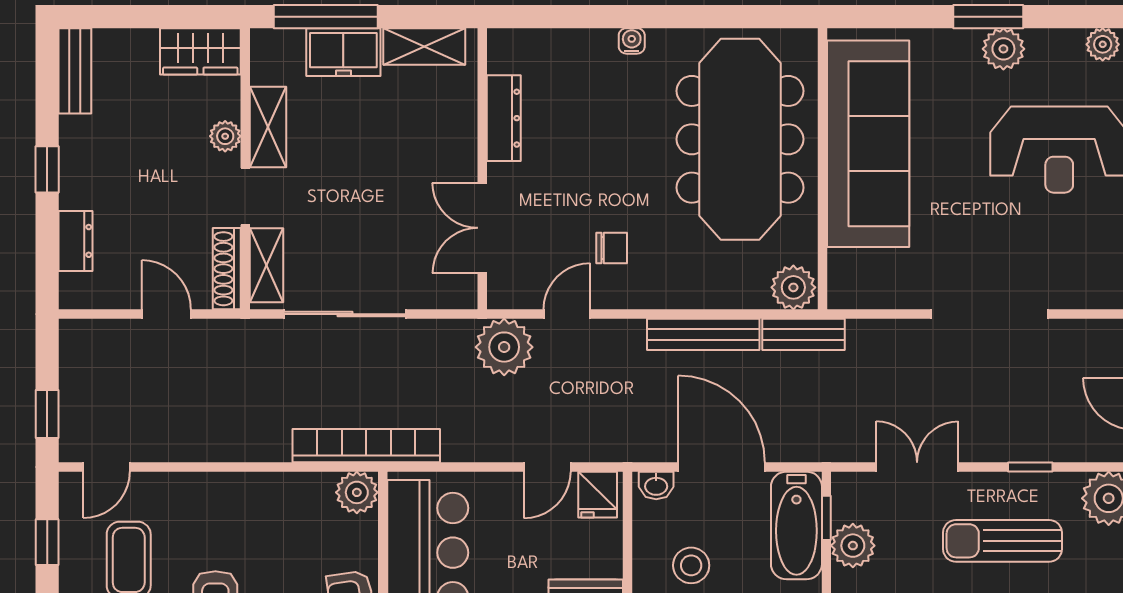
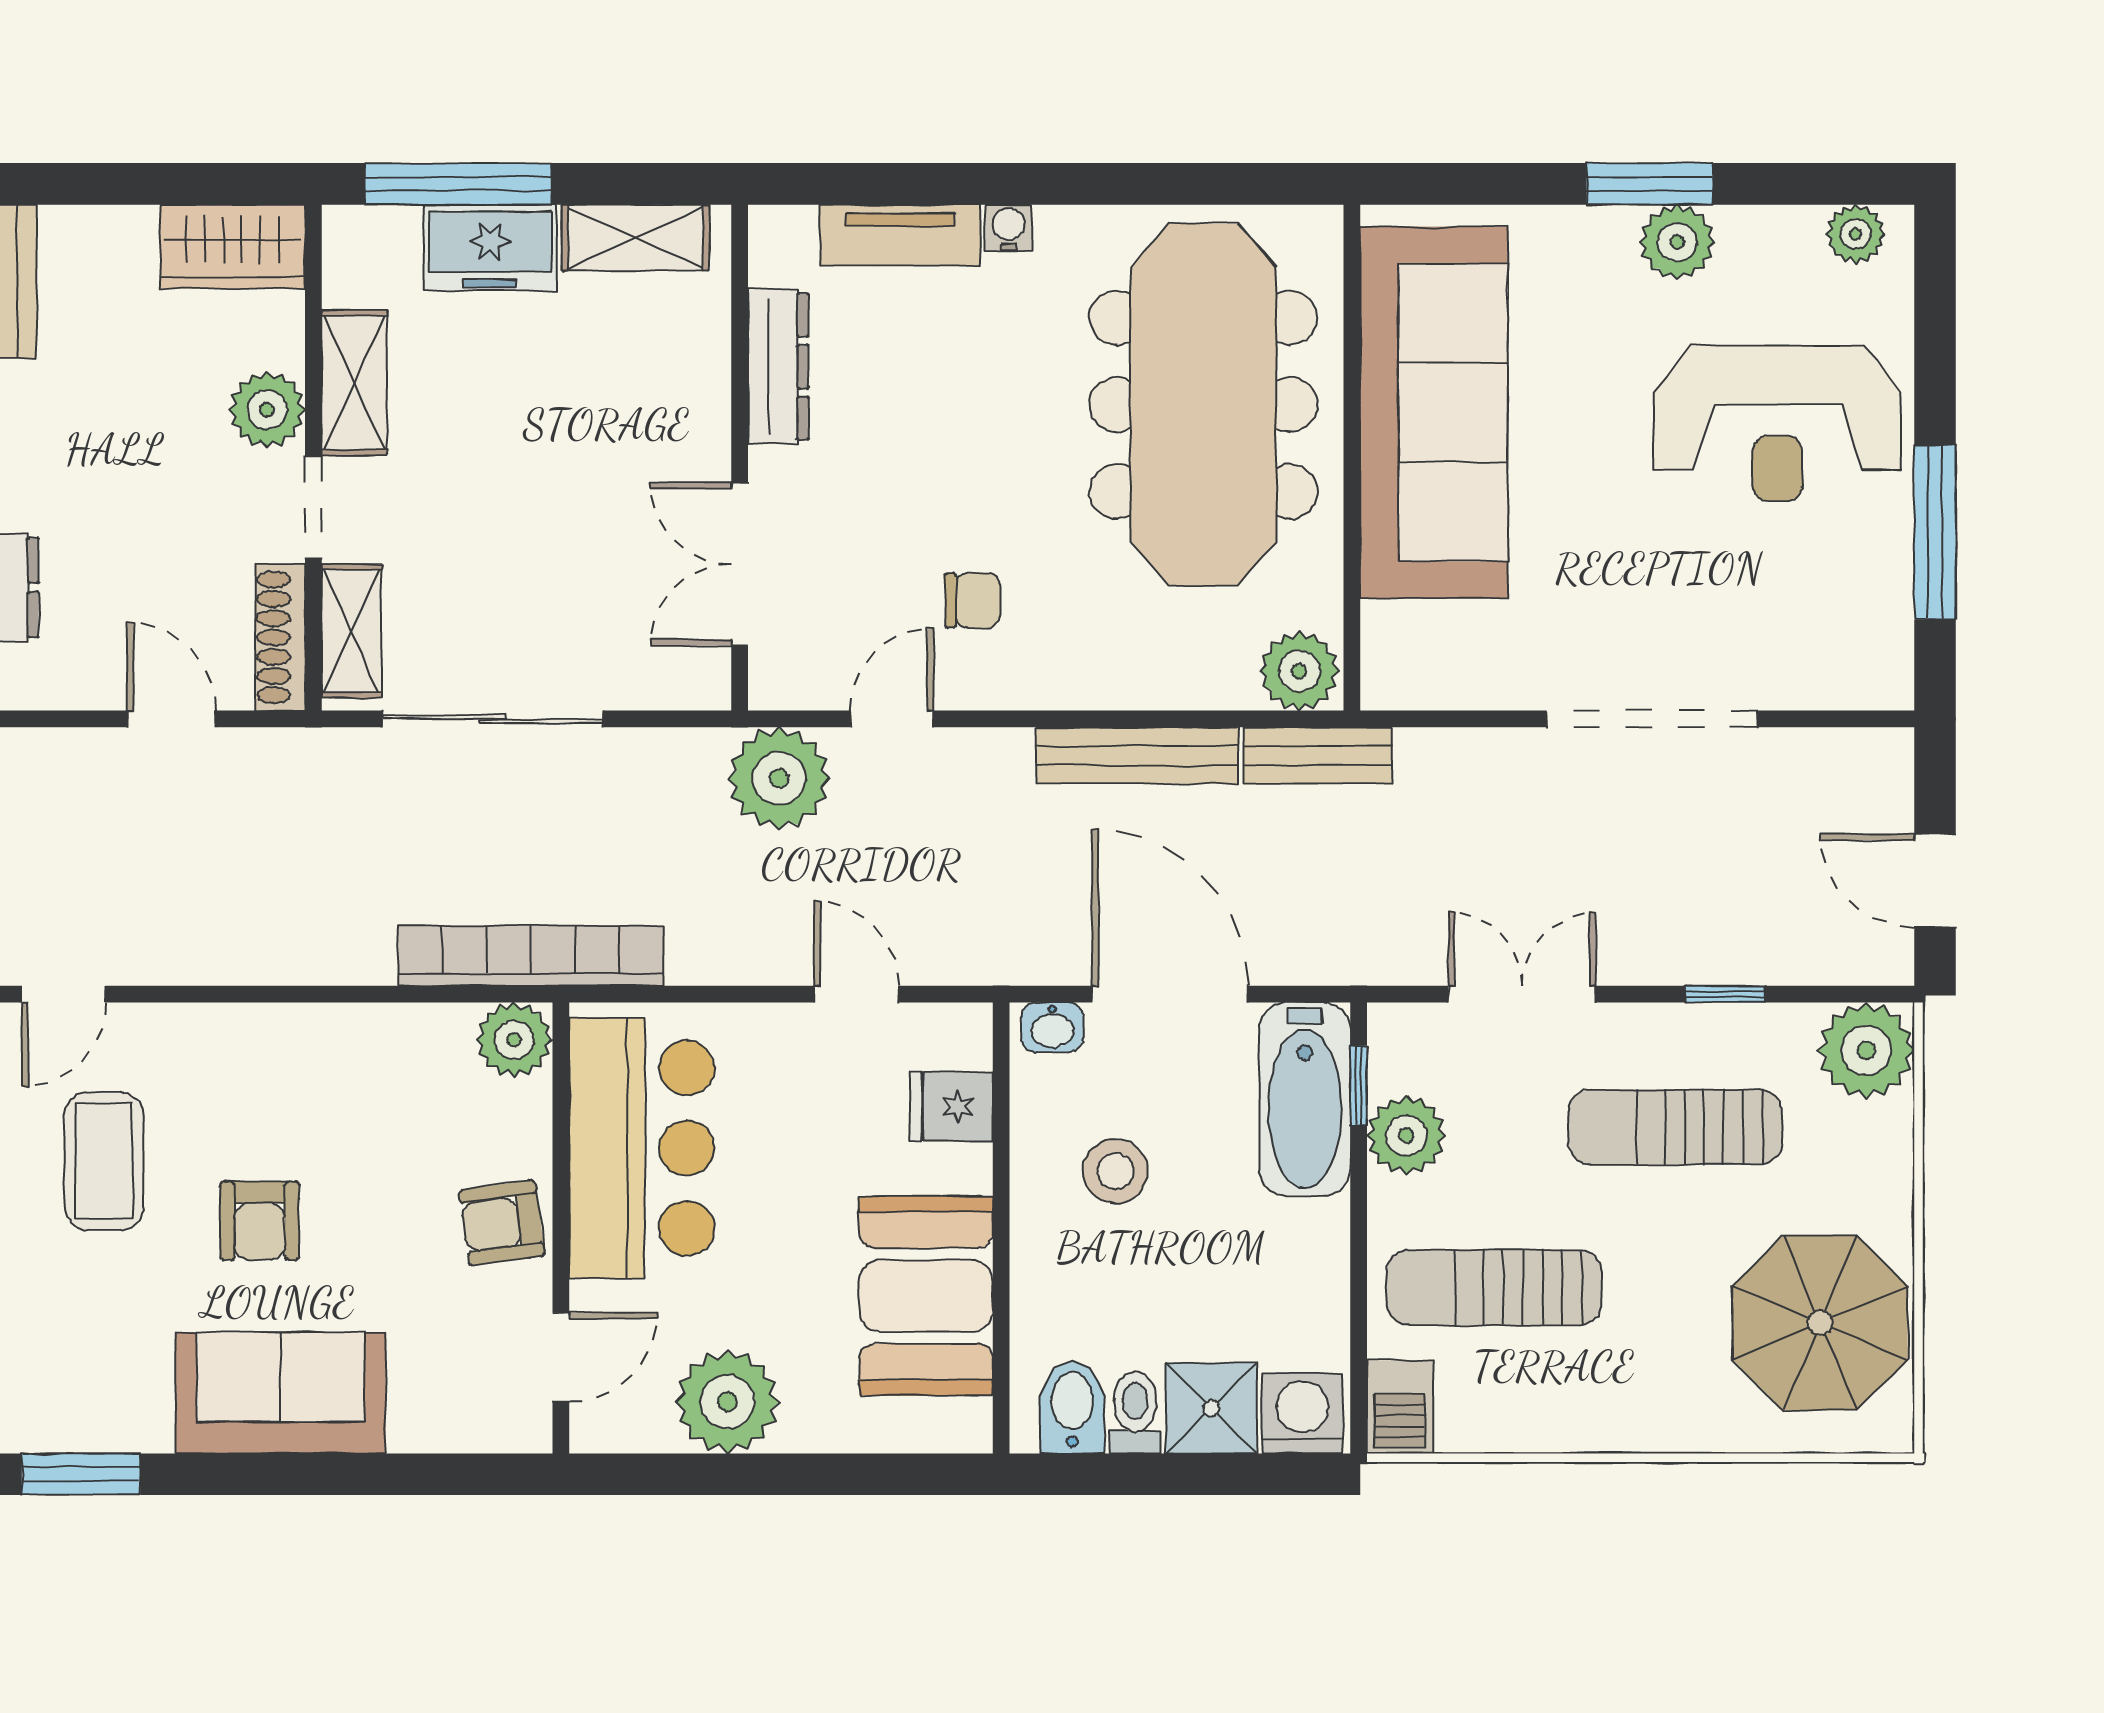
tv unit: (571, 45) -> (900, 235), added
plant: (225, 136) -> (267, 410), width x1.38, depth x1.38
door: (547, 467) -> (856, 994), swing flipped
fridge: (598, 495) -> (952, 1107), moved, turned 90

